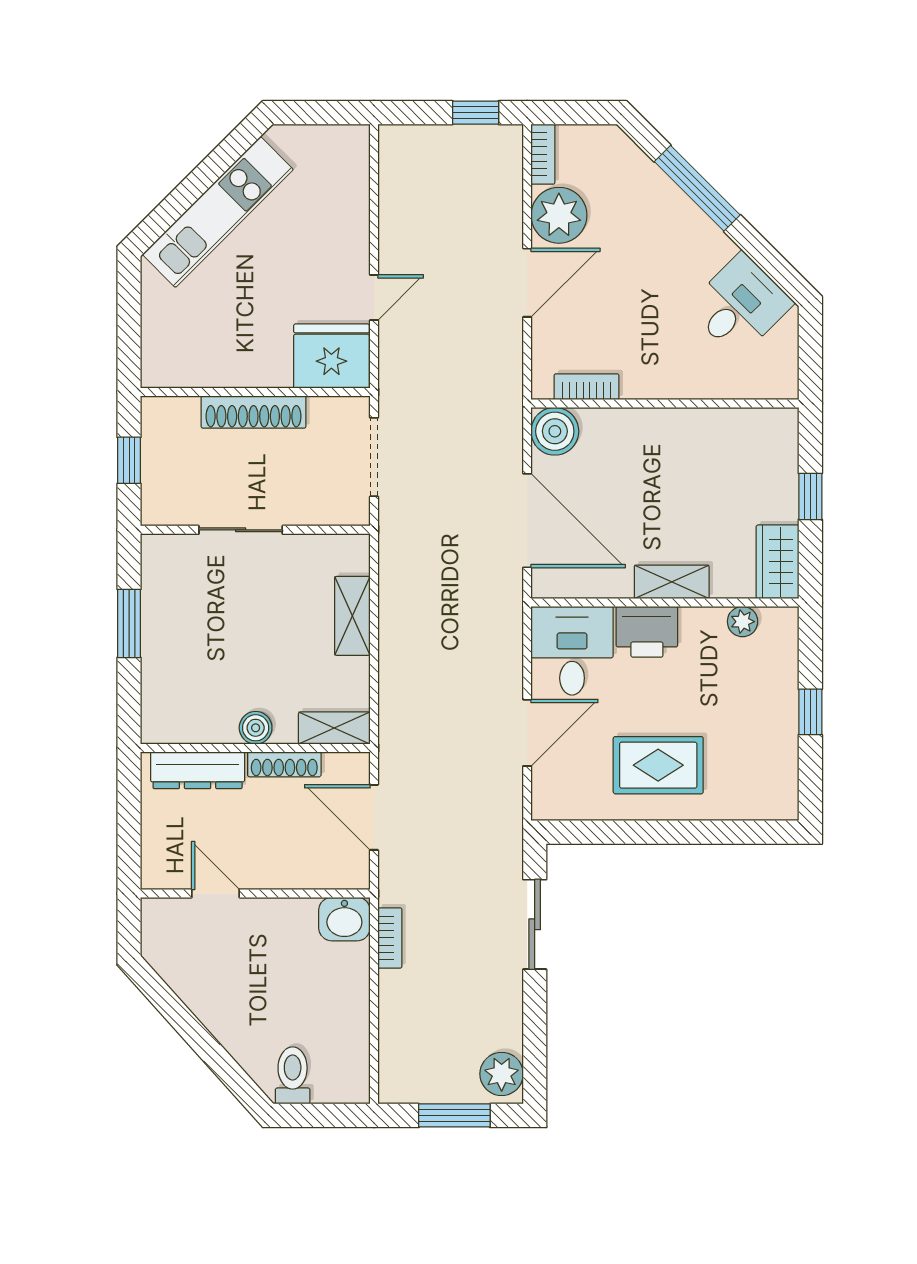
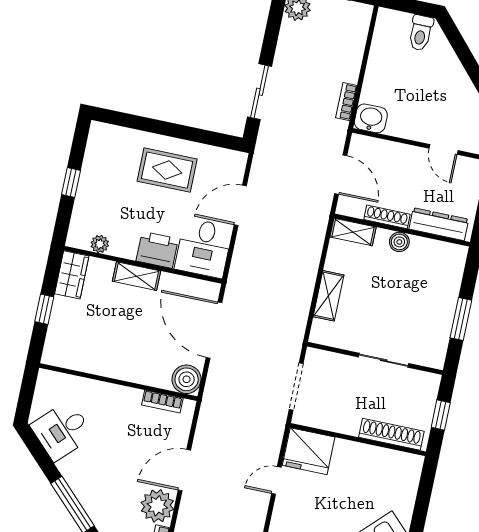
shoe rack: (254, 412) -> (391, 434), moved

